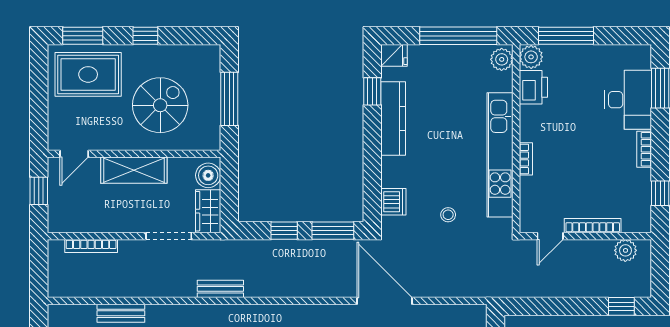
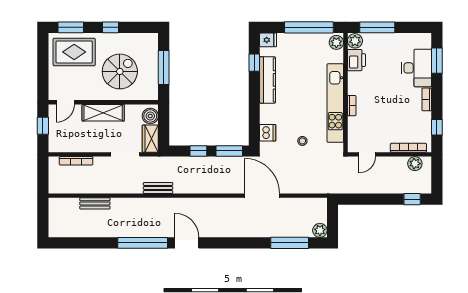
bookcase: (593, 226) -> (408, 148), moved

